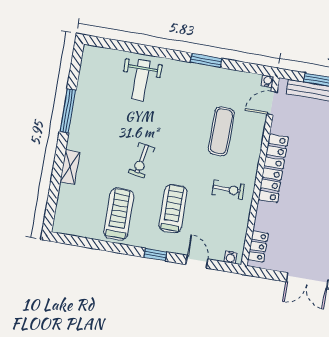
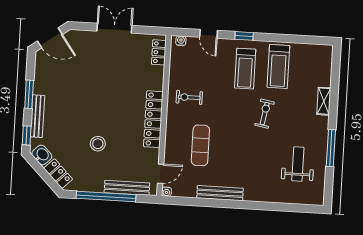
window: (206, 60) -> (220, 203), removed
bench: (205, 72) -> (220, 193), added
weight bench: (141, 80) -> (298, 164), moved
treadmill: (173, 209) -> (245, 69), moved

